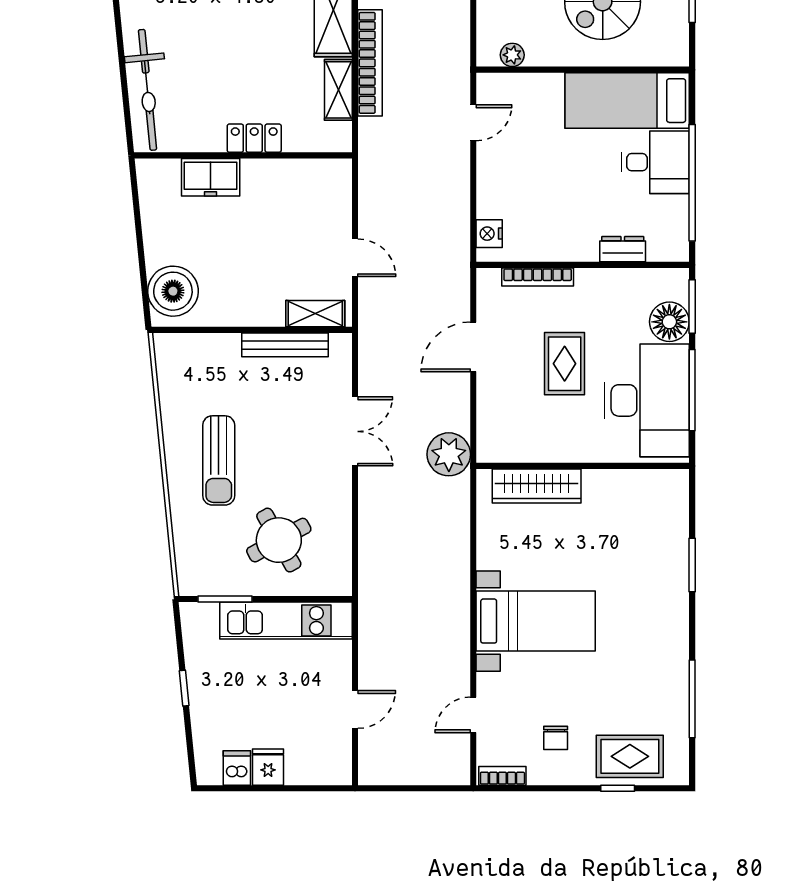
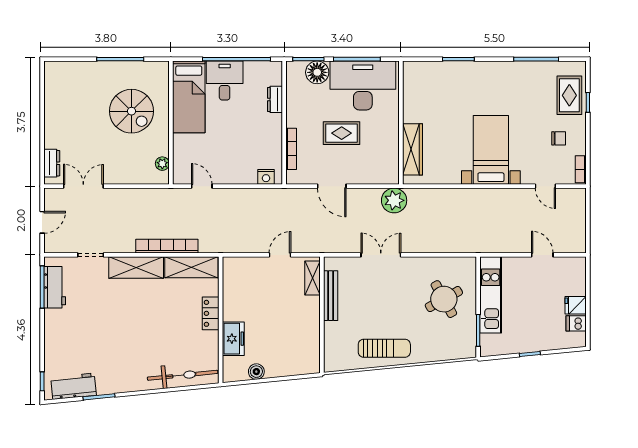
shelving: (338, 90) -> (191, 267), width x1.50, depth x1.33
boiler: (173, 291) -> (256, 372), moved, width x0.54, depth x0.54
sun lounger: (219, 460) -> (384, 348), moved

